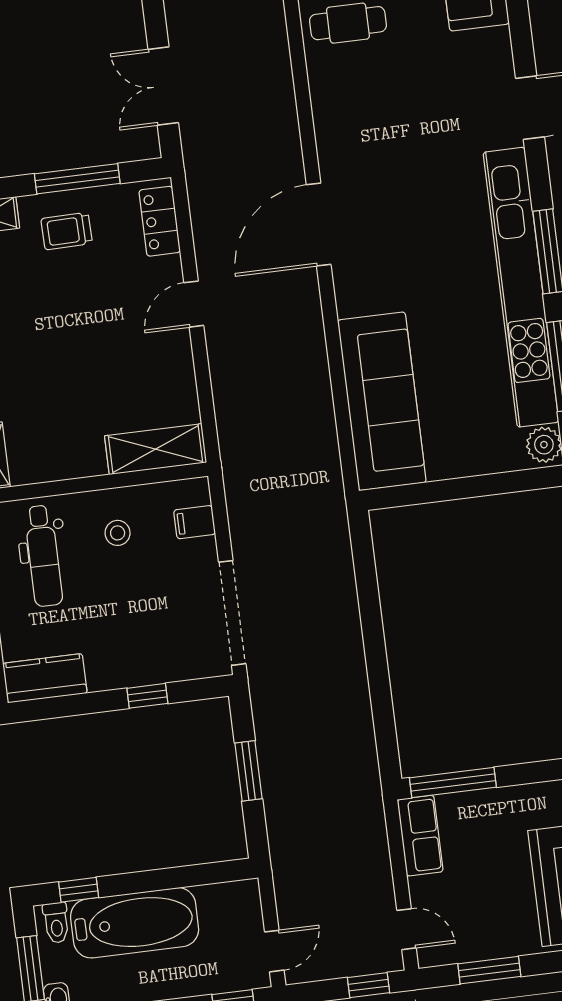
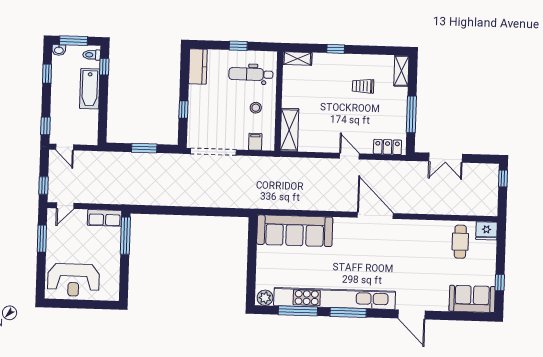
double door: (163, 86) -> (446, 158), swing flipped
trolley: (67, 231) -> (363, 86), moved, turned -89
bathtub: (135, 923) -> (90, 89), width x0.73, depth x0.73

